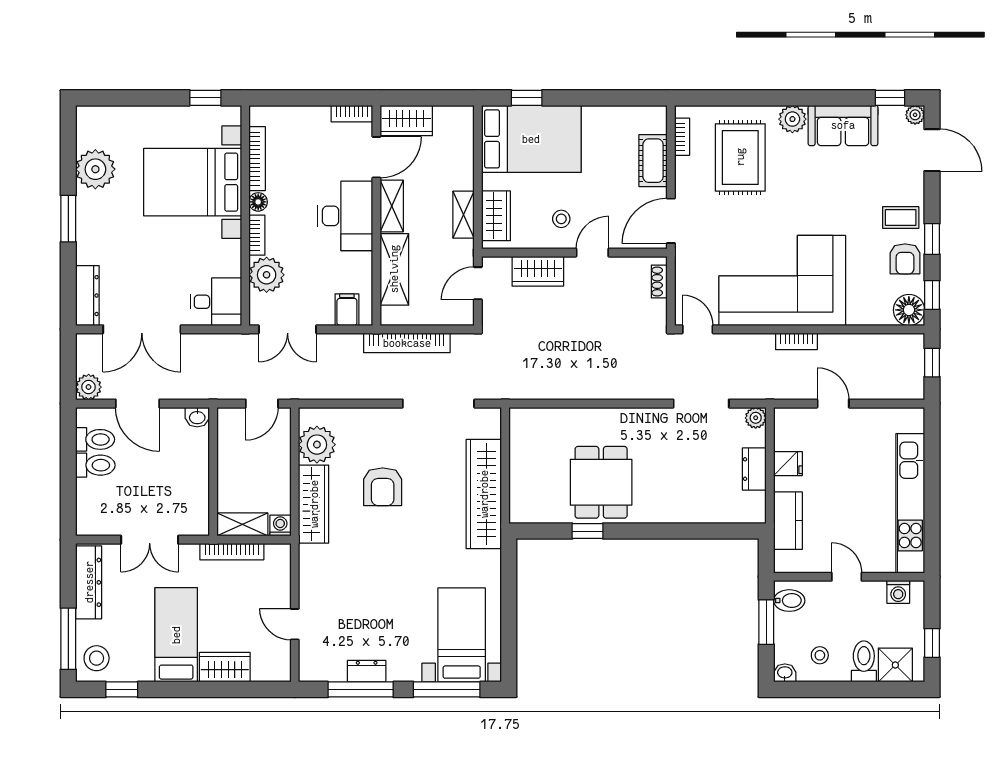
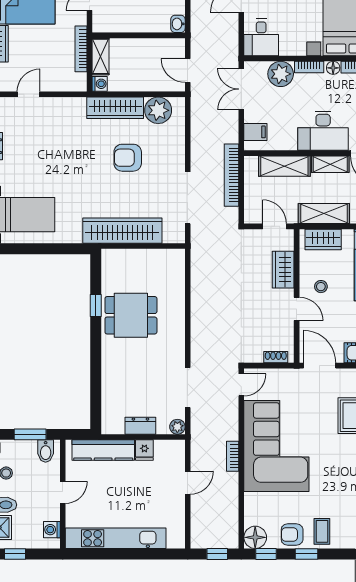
shelving: (464, 215) -> (324, 214), width x1.50, depth x1.33
kitchen counter: (788, 521) -> (103, 450), width x1.50

